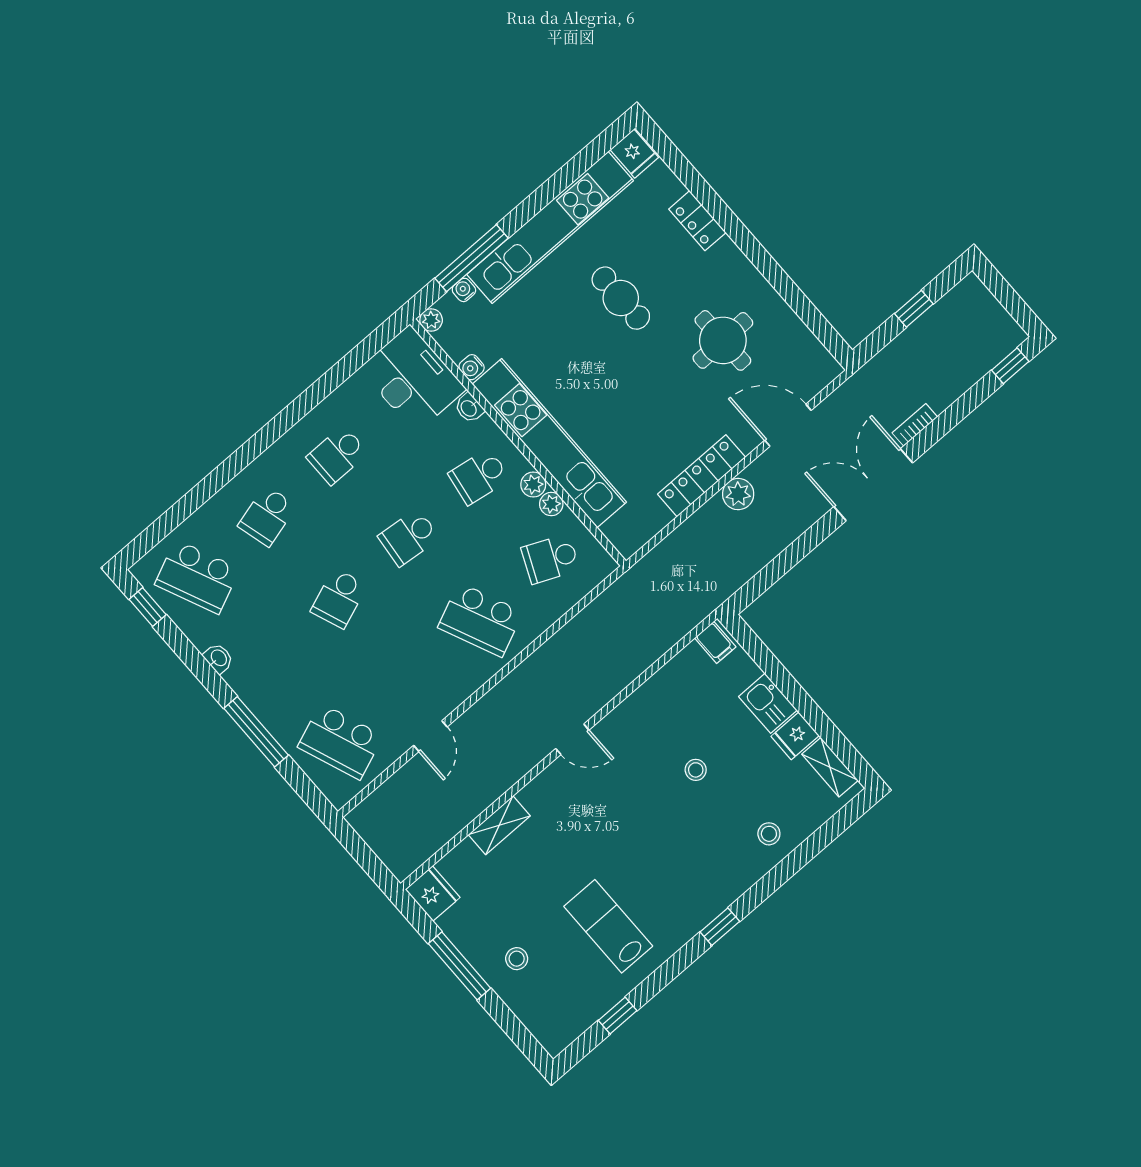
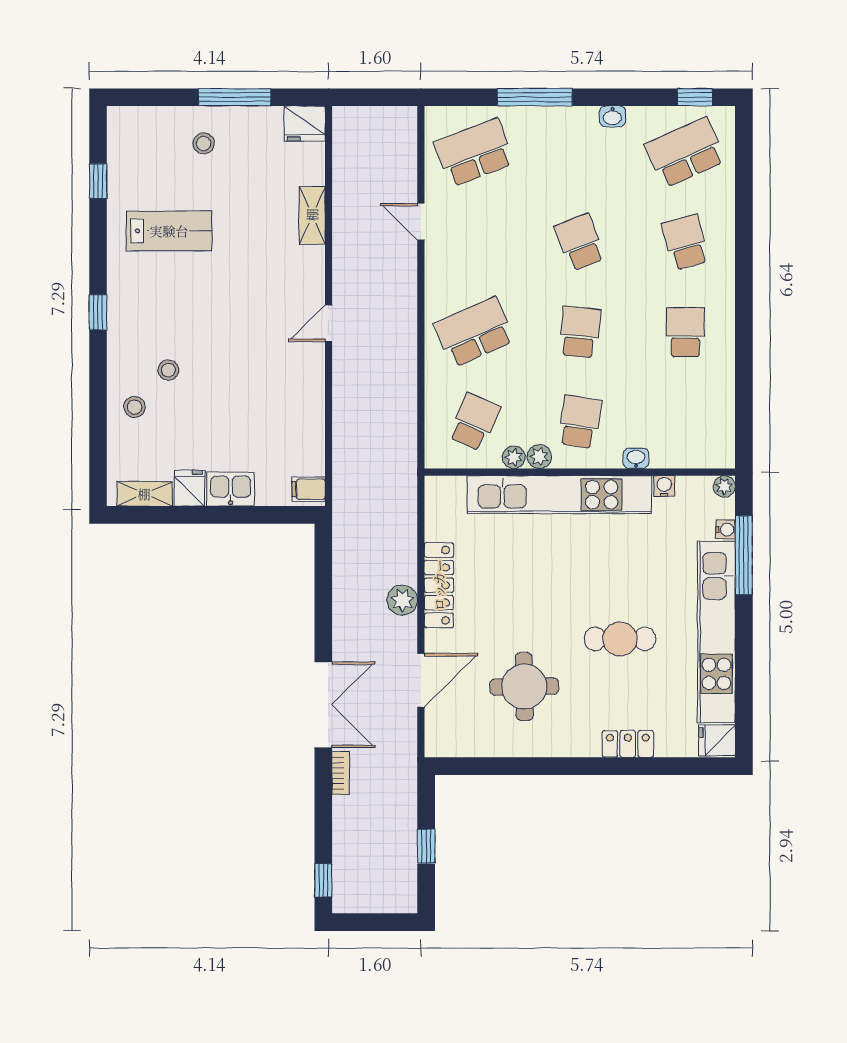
desk: (413, 379) -> (693, 436), removed
stool: (696, 770) -> (168, 370), moved

